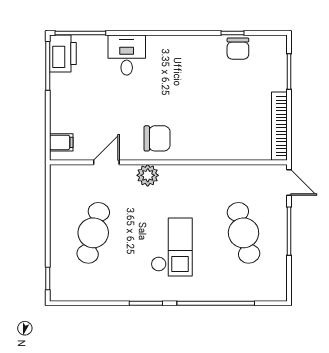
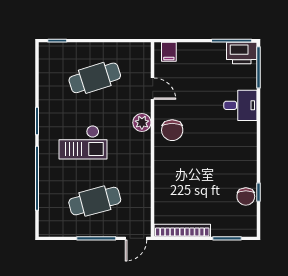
chair: (238, 49) -> (246, 196), turned -90
cafe table: (93, 233) -> (95, 78), turned -33

